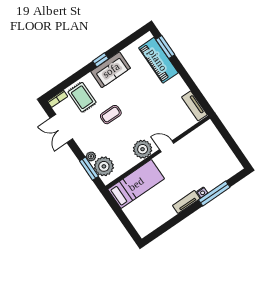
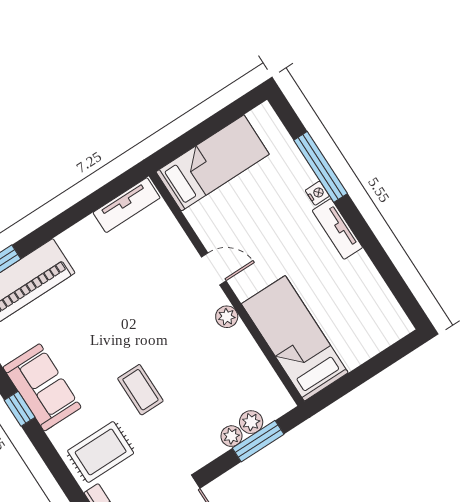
bed: (215, 144) -> (213, 163), added
door: (167, 146) -> (214, 269), swing flipped
plant: (143, 149) -> (227, 317), width x0.53, depth x0.53
plant: (104, 166) -> (251, 422), width x0.53, depth x0.53

